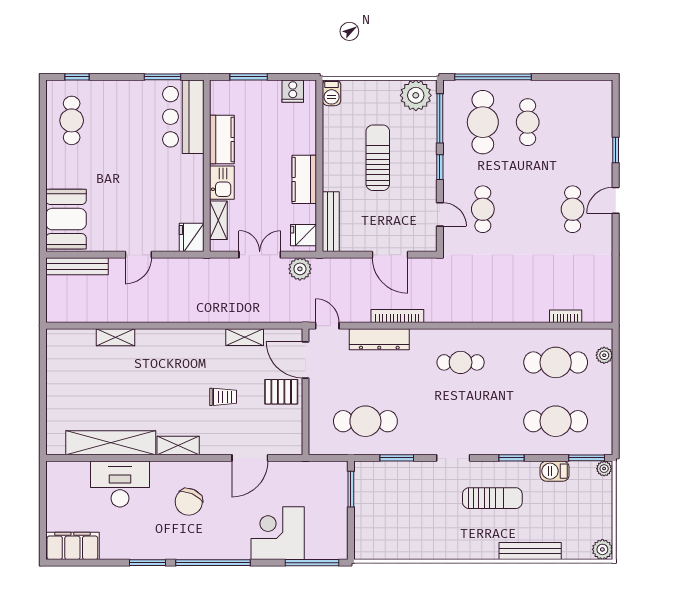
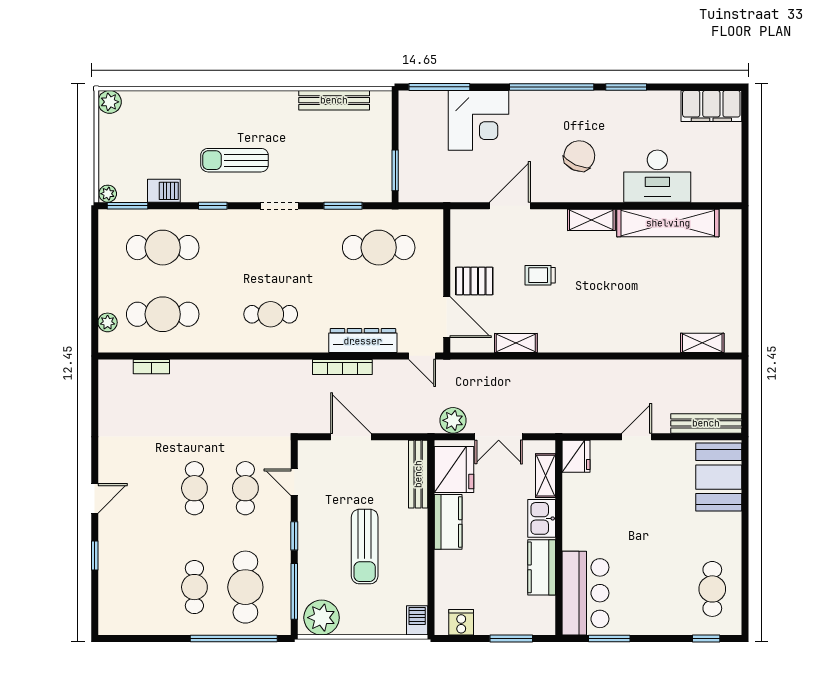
cafe table: (573, 209) -> (194, 488), moved
fridge: (303, 235) -> (454, 470), width x1.88, depth x1.34
shelving: (116, 337) -> (702, 343), moved
bench: (530, 551) -> (334, 100), moved

